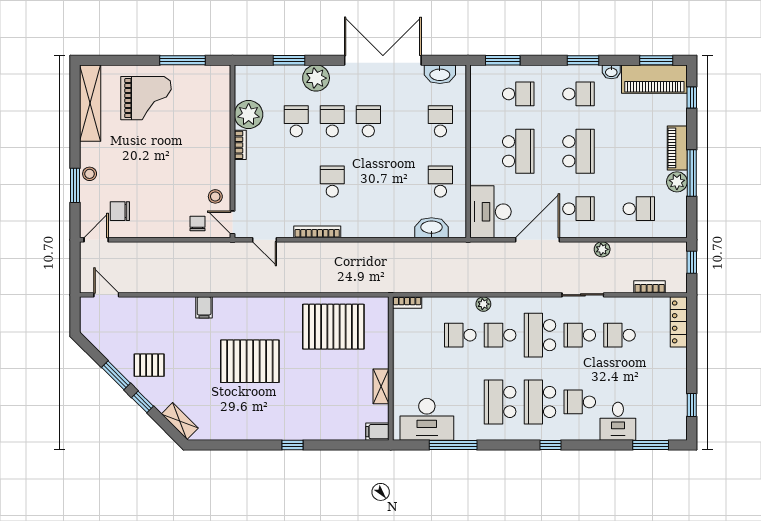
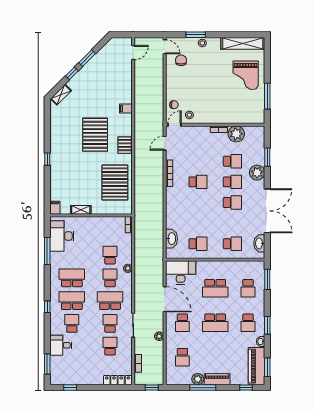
pallet: (149, 365) -> (125, 145), moved

